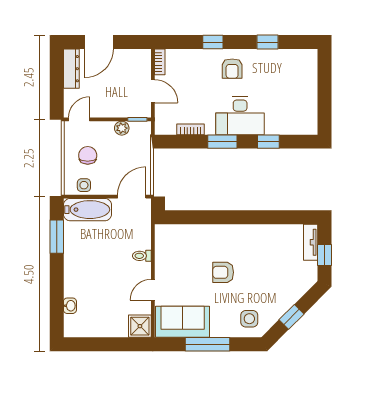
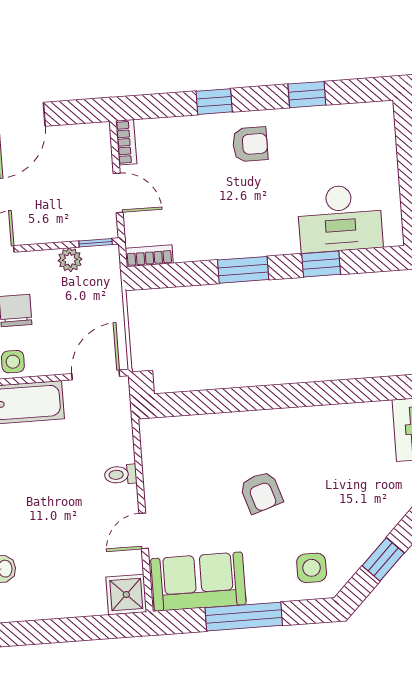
armchair: (232, 69) -> (250, 144), turned -90
desk: (240, 116) -> (340, 218), moved
bookcase: (191, 129) -> (149, 256), moved
armchair: (223, 272) -> (261, 492), turned -108

